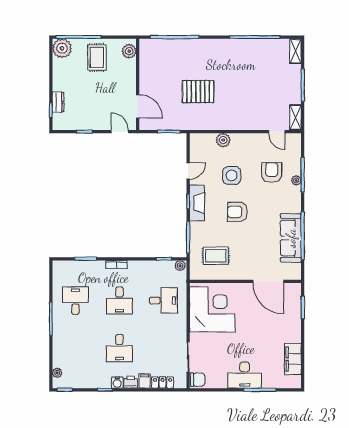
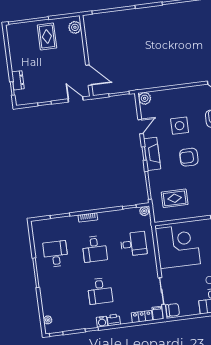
plant: (62, 48) -> (15, 32), removed
pallet: (198, 92) -> (140, 55), removed
plant: (223, 140) -> (145, 98), moved
filing cabinet: (145, 381) -> (158, 313), moved

